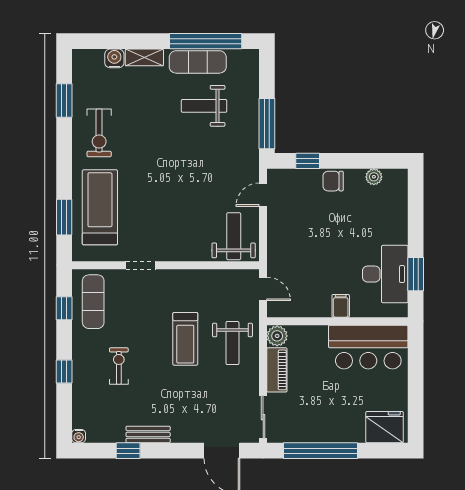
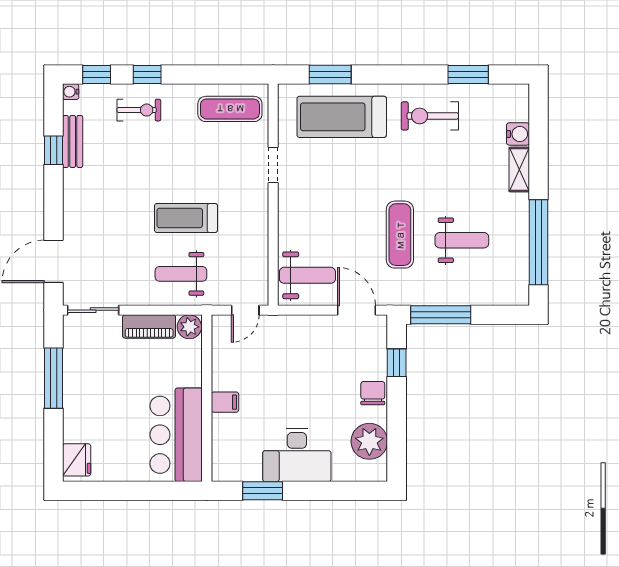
exercise mat: (198, 62) -> (400, 235), moved
weight bench: (204, 106) -> (462, 240), turned 90
plant: (374, 177) -> (369, 441), width x1.87, depth x1.87
door: (263, 195) -> (357, 310), width x1.38
treadmill: (100, 207) -> (342, 117), turned 180
desk: (385, 274) -> (297, 455), moved
window: (64, 308) -> (97, 74), moved
exercise bike: (119, 366) -> (139, 110), moved
fridge: (385, 427) -> (77, 460), width x0.73, depth x0.75
bench: (148, 434) -> (73, 141), moved
window: (320, 451) -> (54, 378), width x0.68

